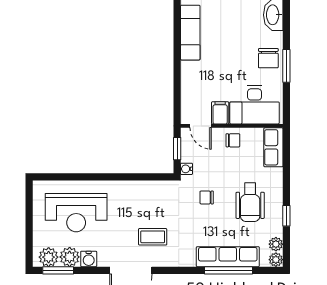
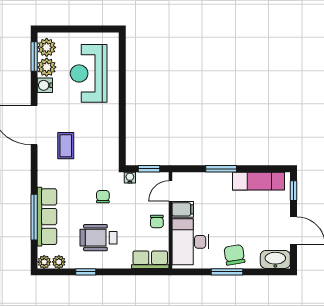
chair: (268, 58) -> (234, 255), turned 81
window: (177, 72) -> (221, 169), added

